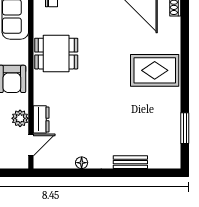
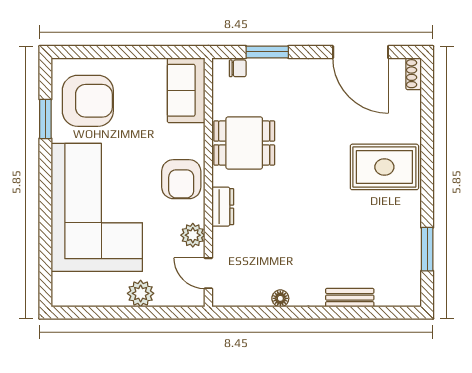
dresser: (41, 119) -> (223, 207), moved
door: (31, 145) -> (208, 273), swing flipped

